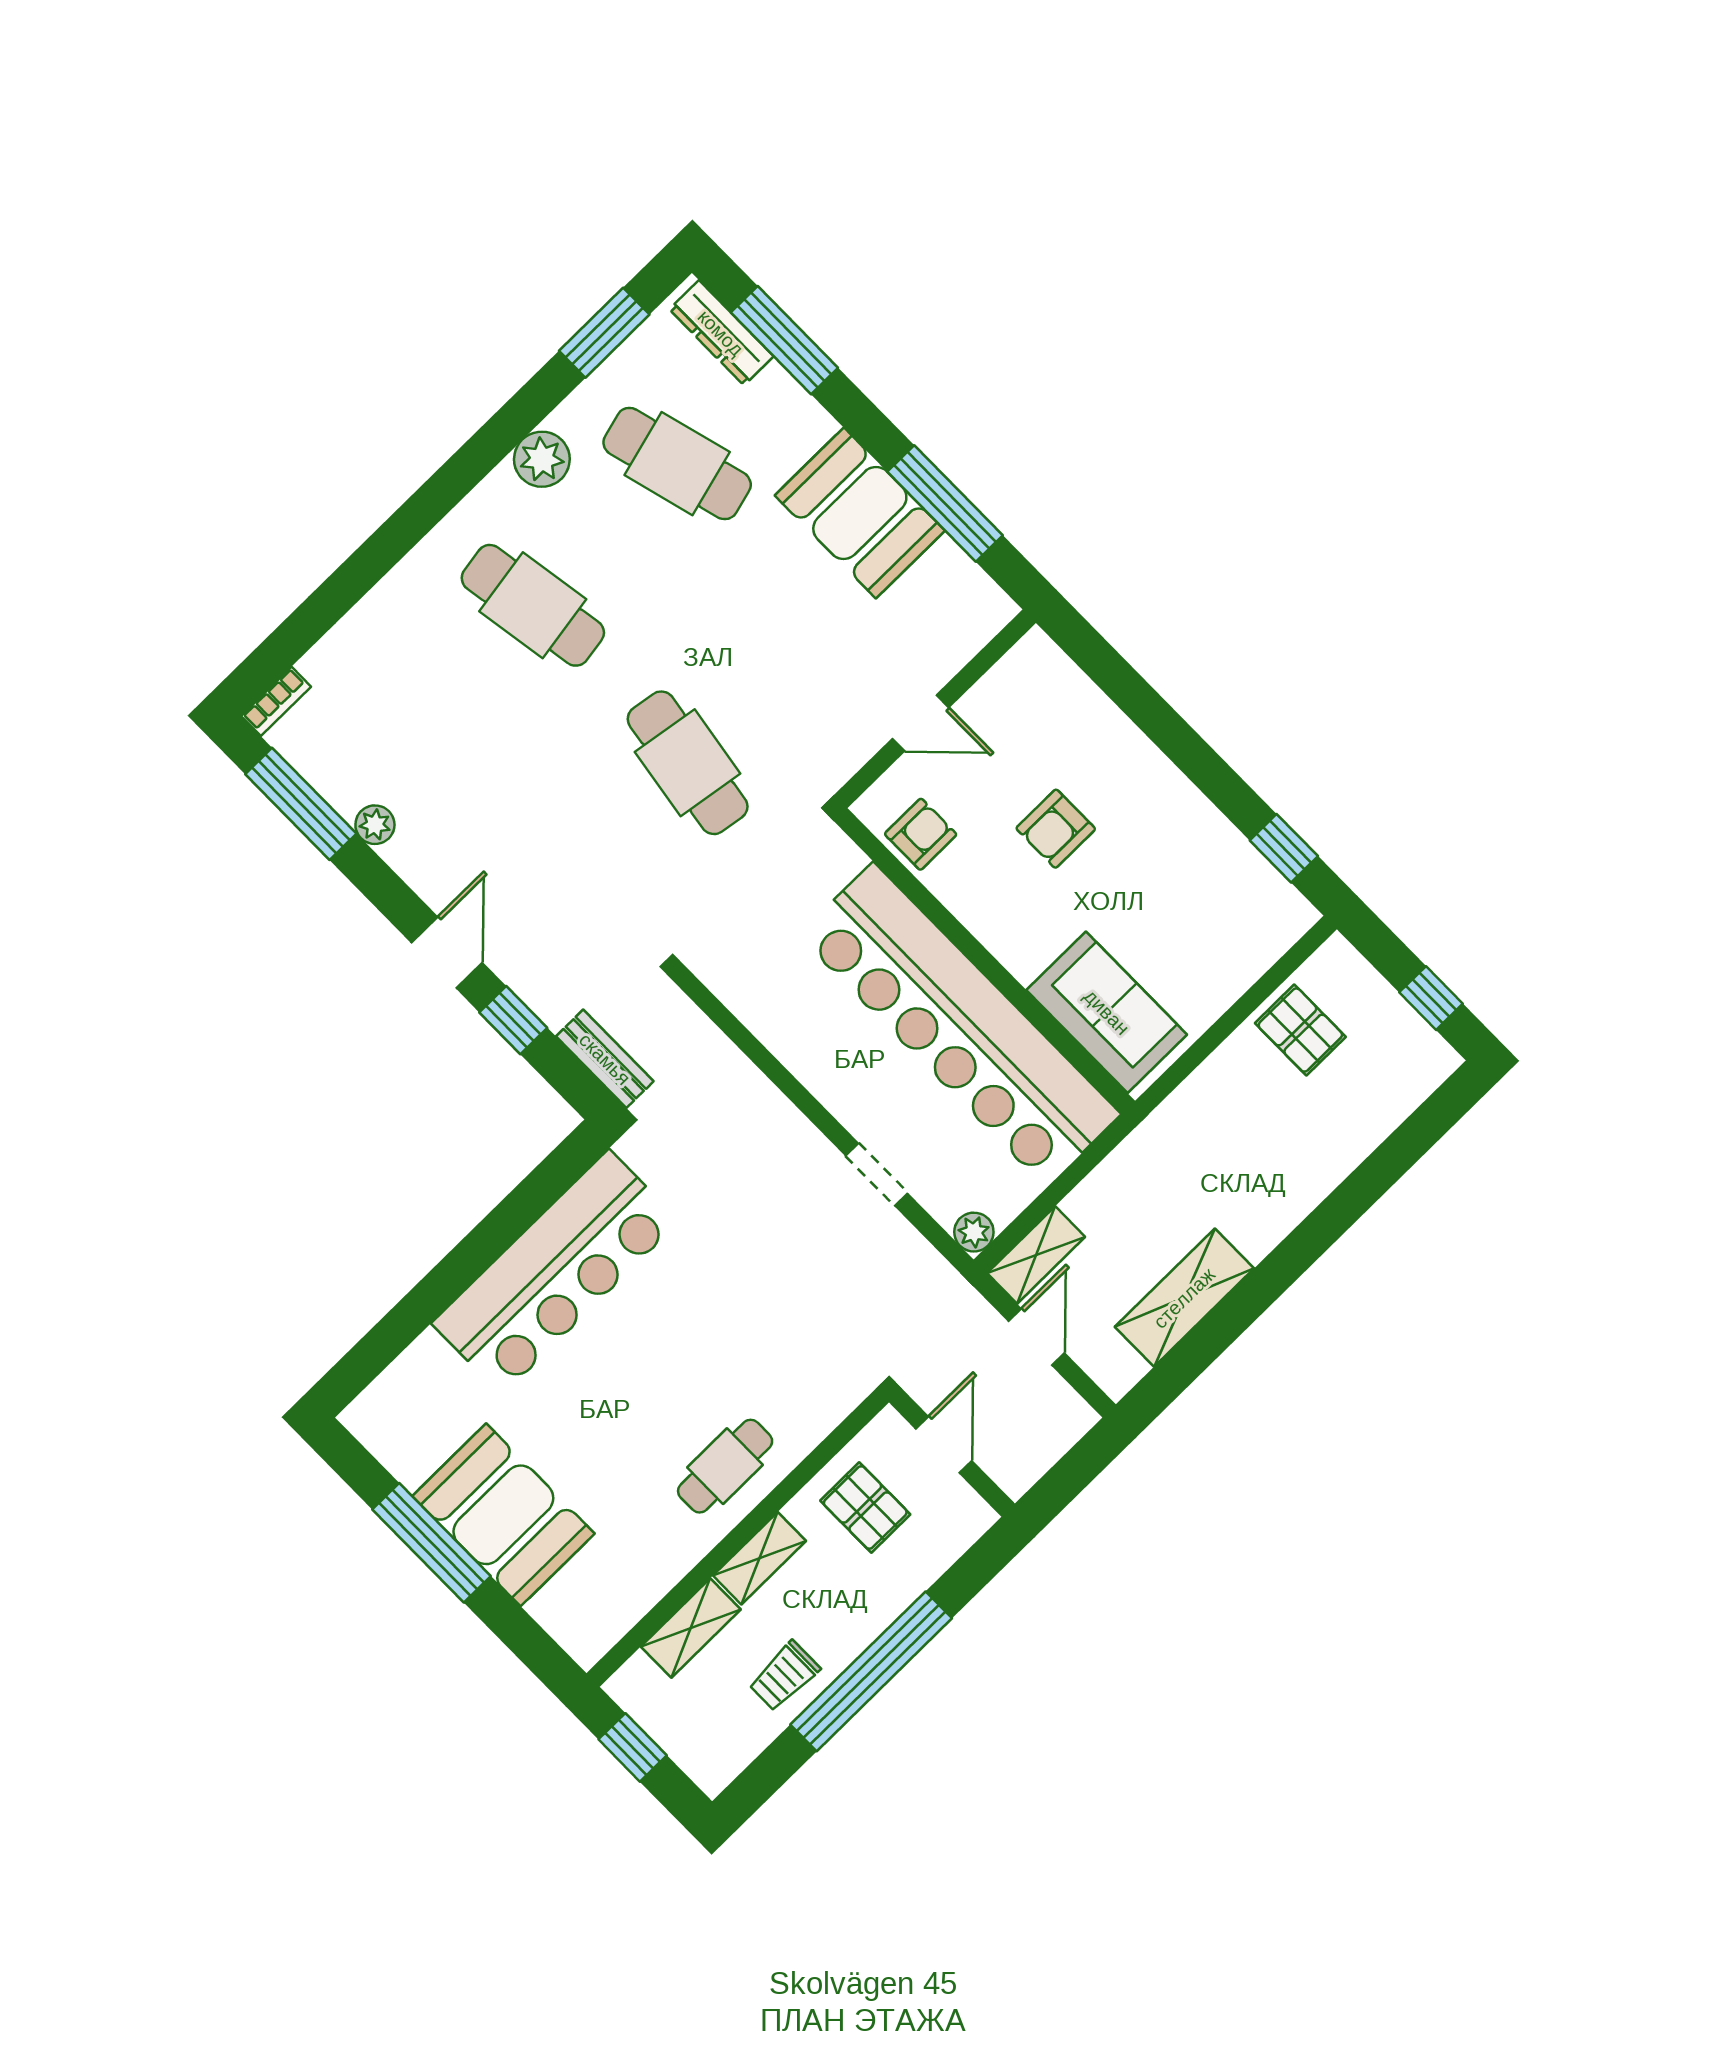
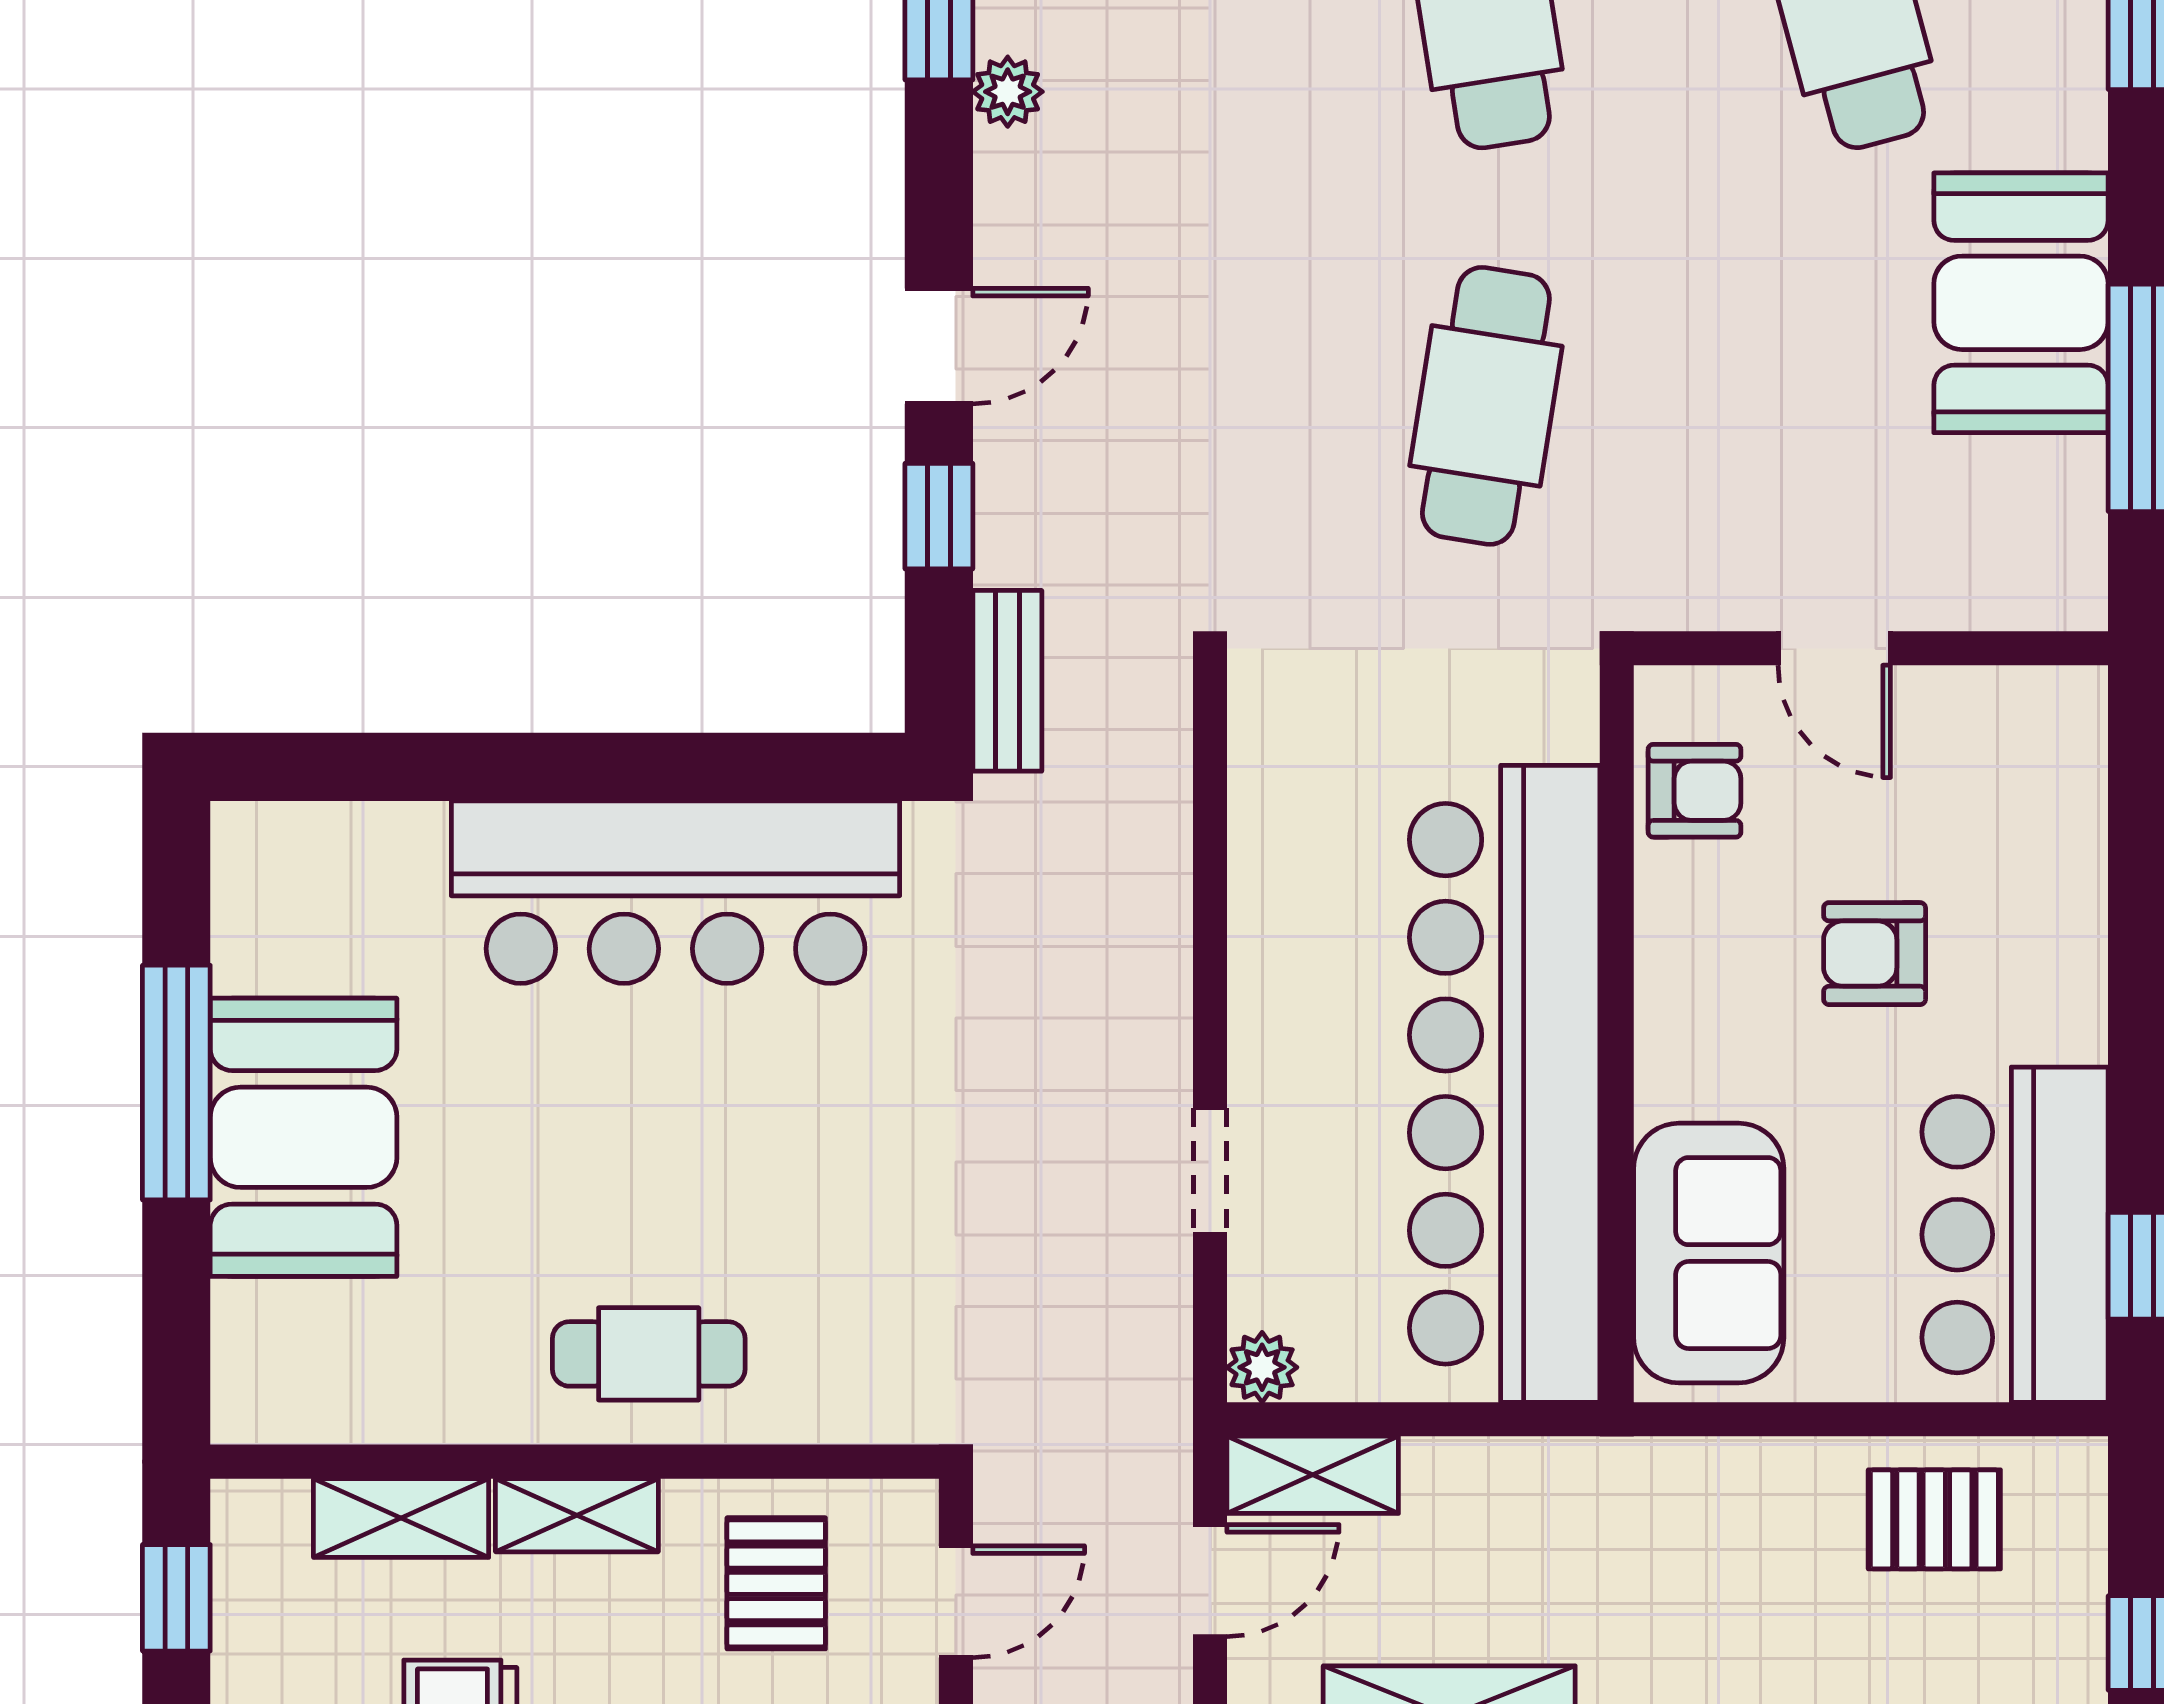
bar counter: (1221, 885) -> (2015, 1235), added
pallet: (1300, 1030) -> (1934, 1519), turned 90

